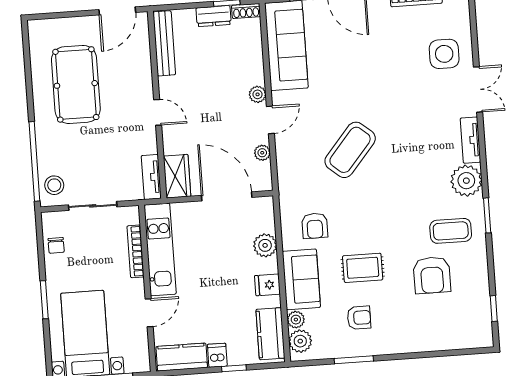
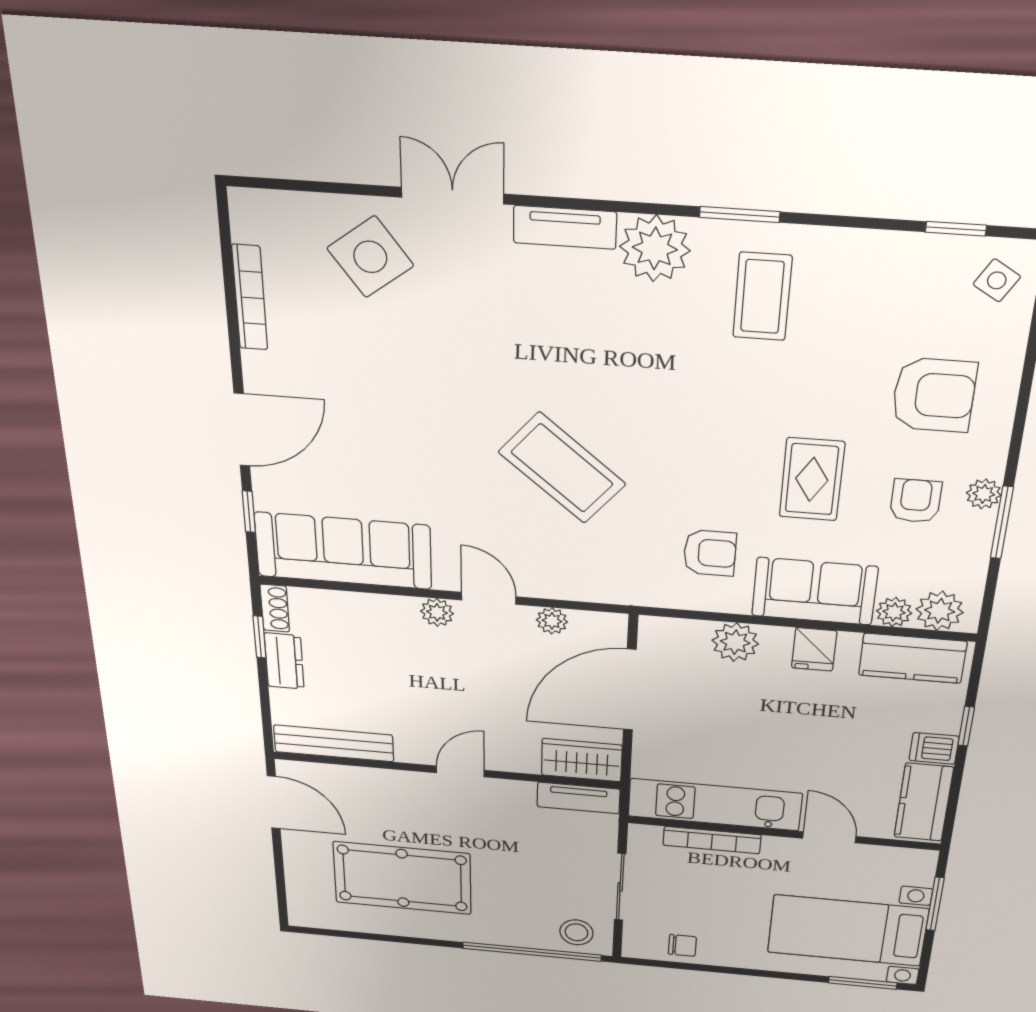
side table: (444, 54) -> (370, 257), turned -37
armchair: (432, 275) -> (934, 395), moved
window: (44, 300) -> (863, 983), moved
side table: (473, 331) -> (997, 280), added
plant: (368, 348) -> (984, 494), added

